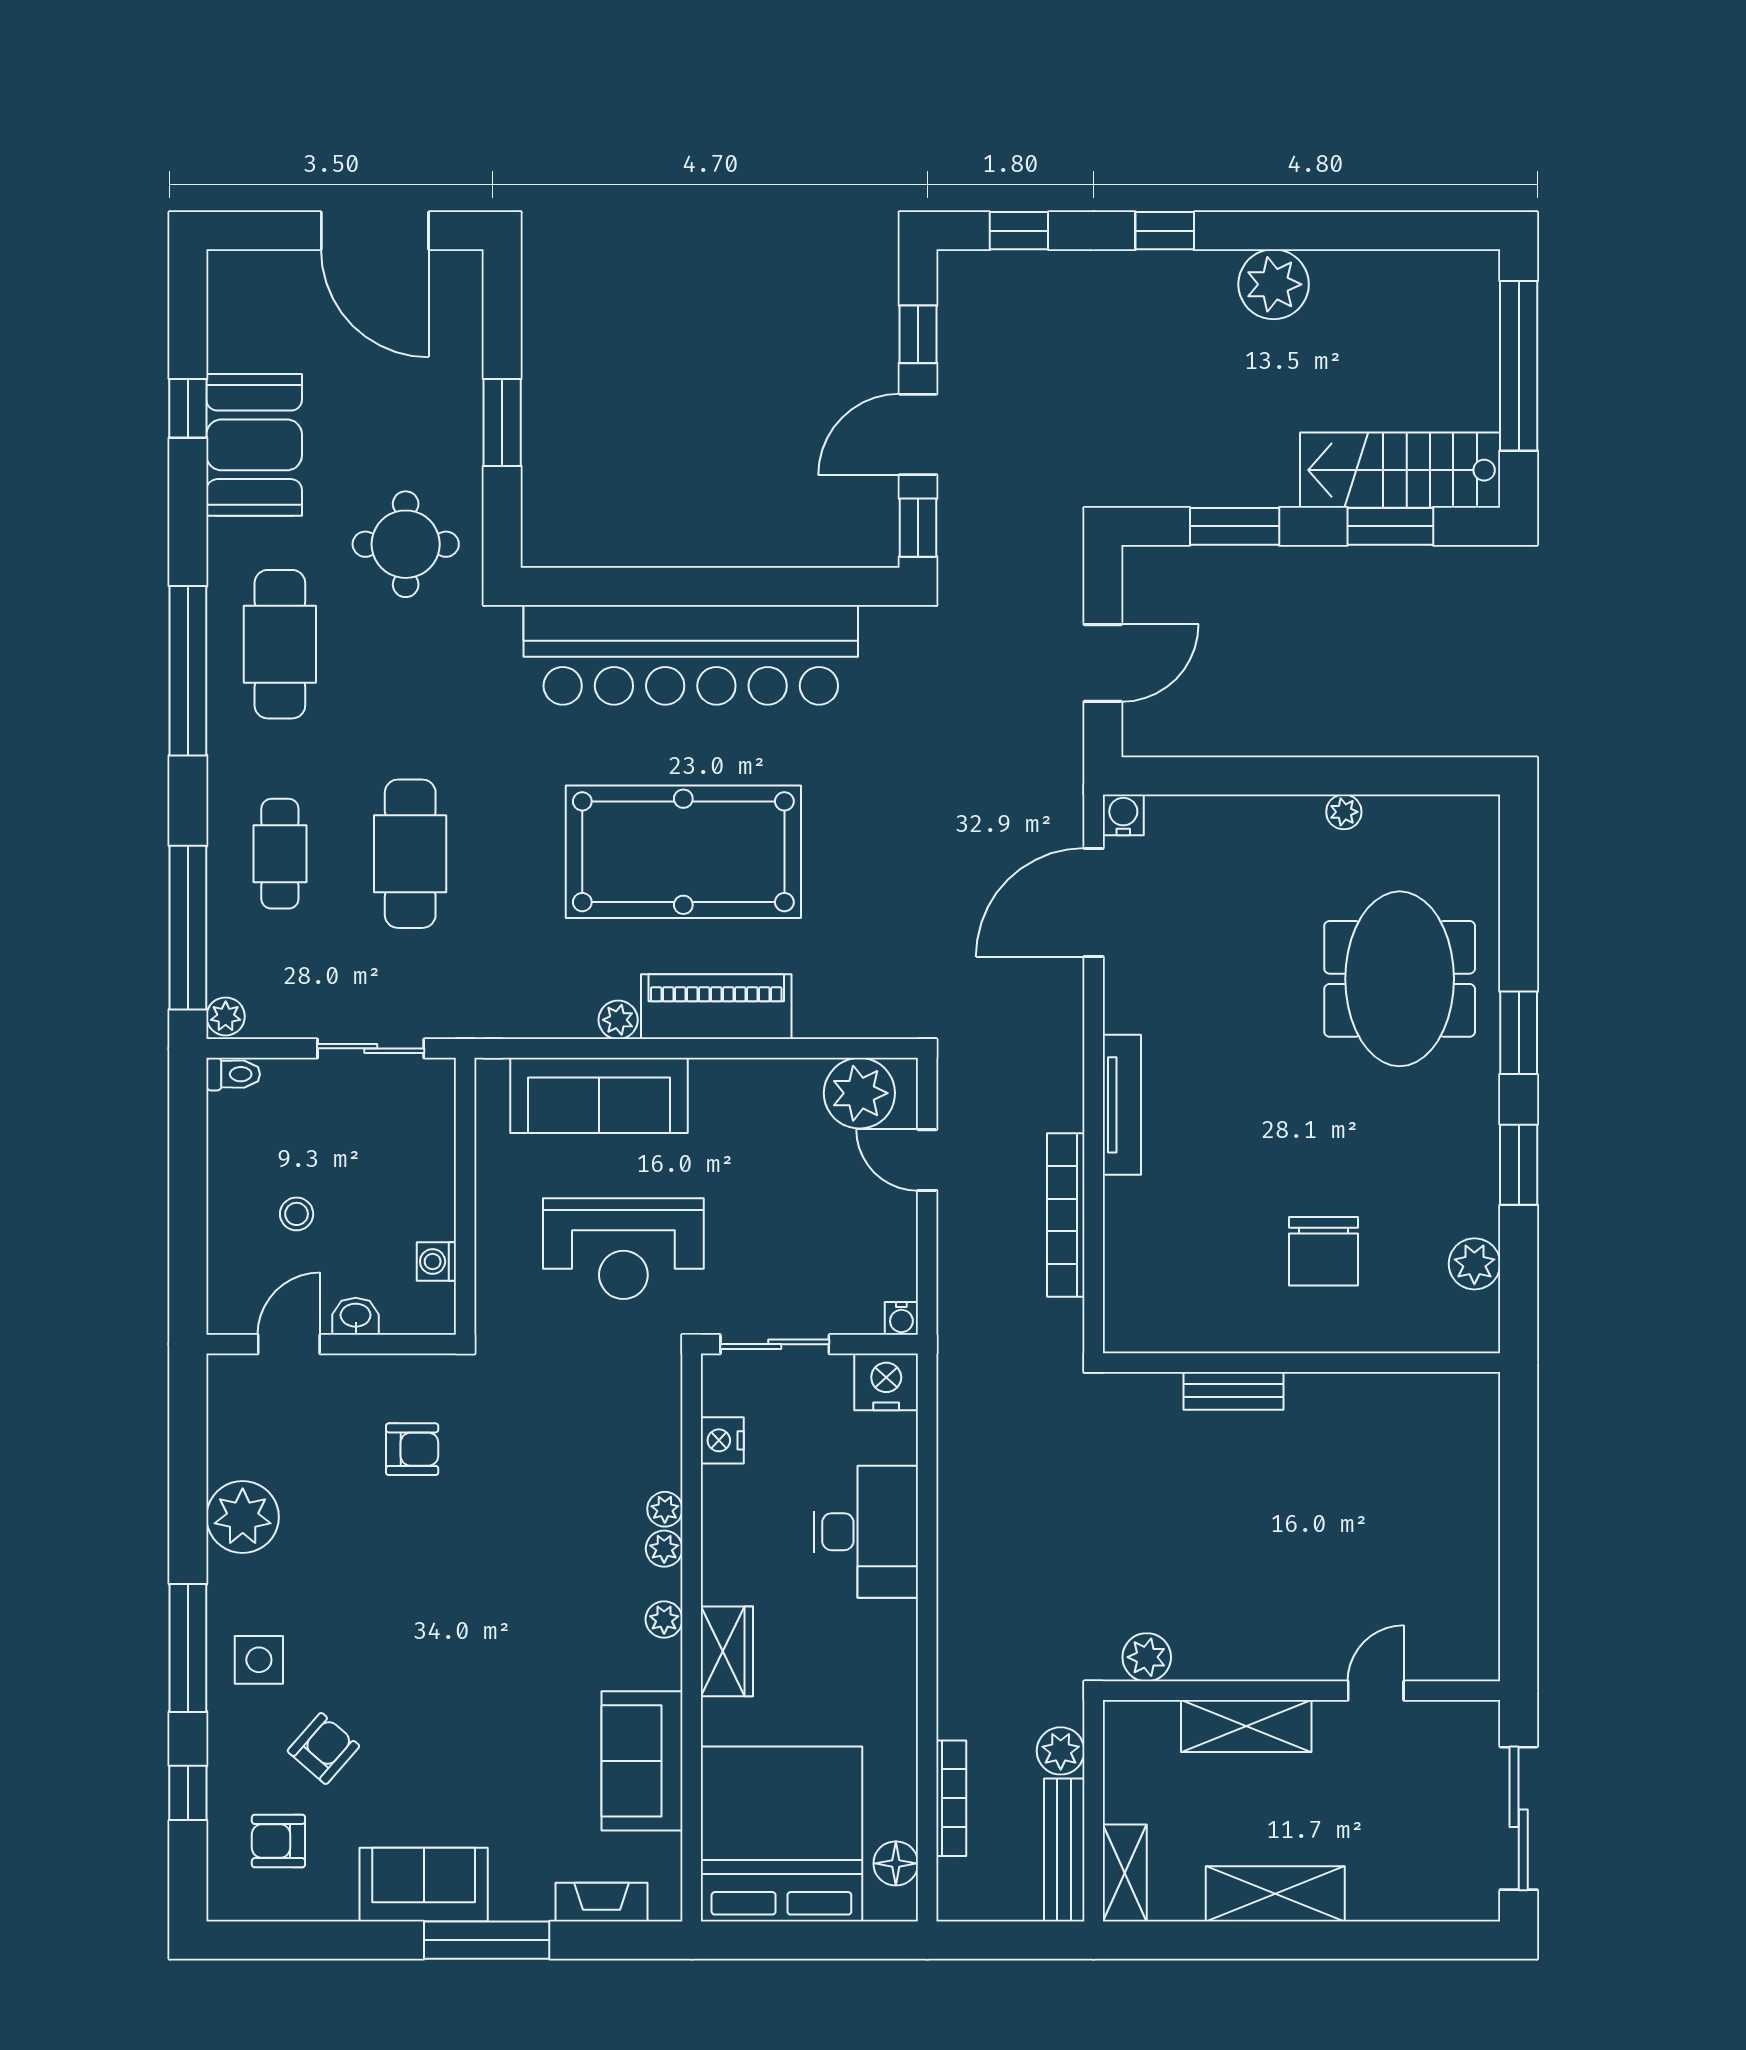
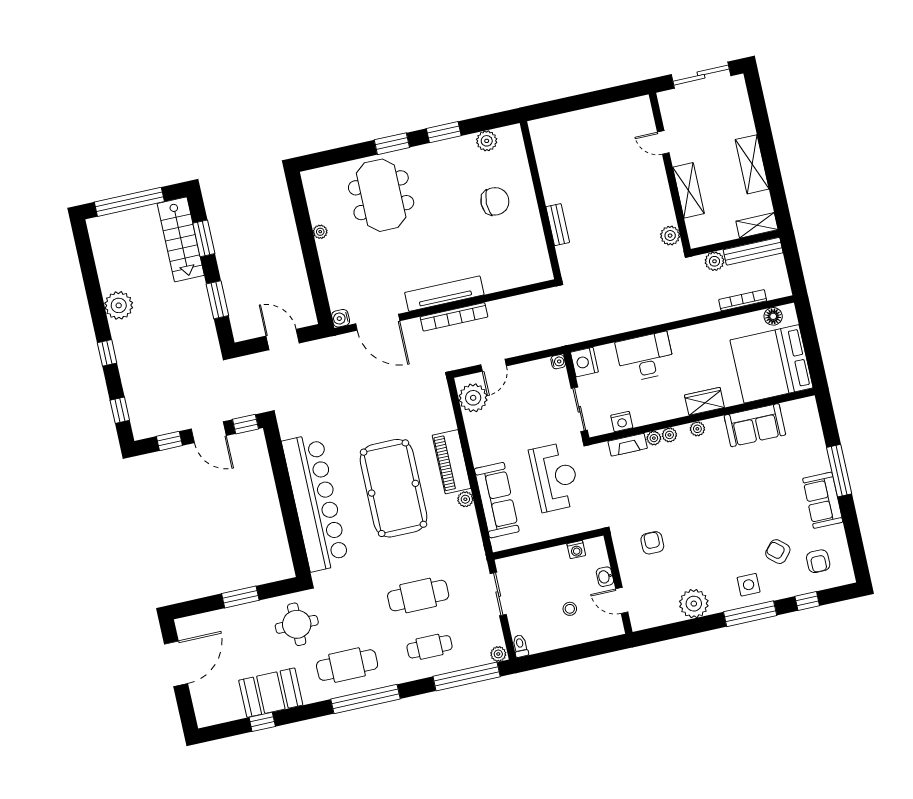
meeting table: (1400, 979) -> (381, 195), turned 90
tv unit: (1122, 1105) -> (444, 294), width x1.36, depth x1.29
bookcase: (1066, 1215) -> (454, 317), moved
fireplace: (602, 1902) -> (628, 445), moved, turned -90

